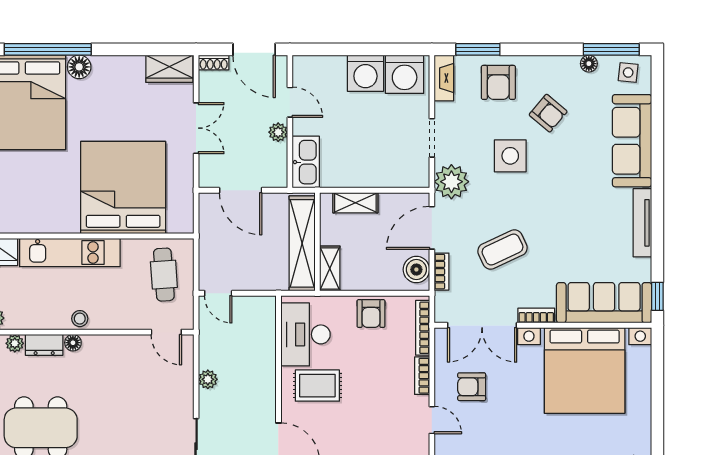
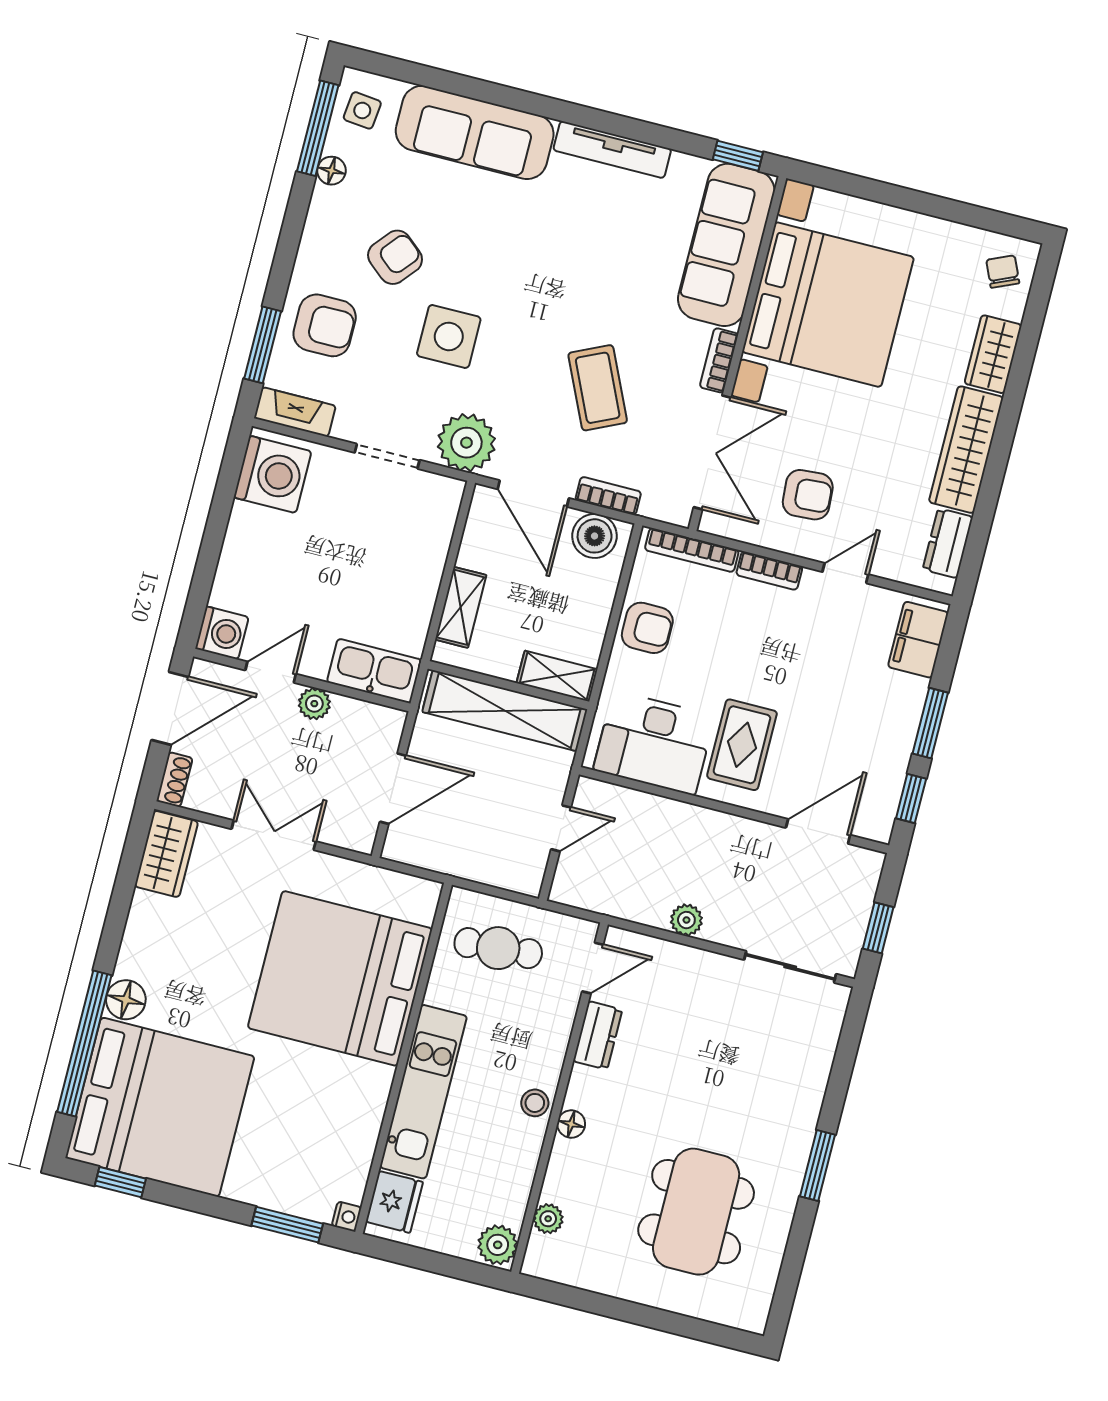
washing machine: (365, 73) -> (222, 633), moved, width x0.73, depth x0.73
door: (218, 293) -> (561, 828), moved
dresser: (44, 345) -> (598, 1035), moved
armchair: (472, 387) -> (808, 495), turned -94

